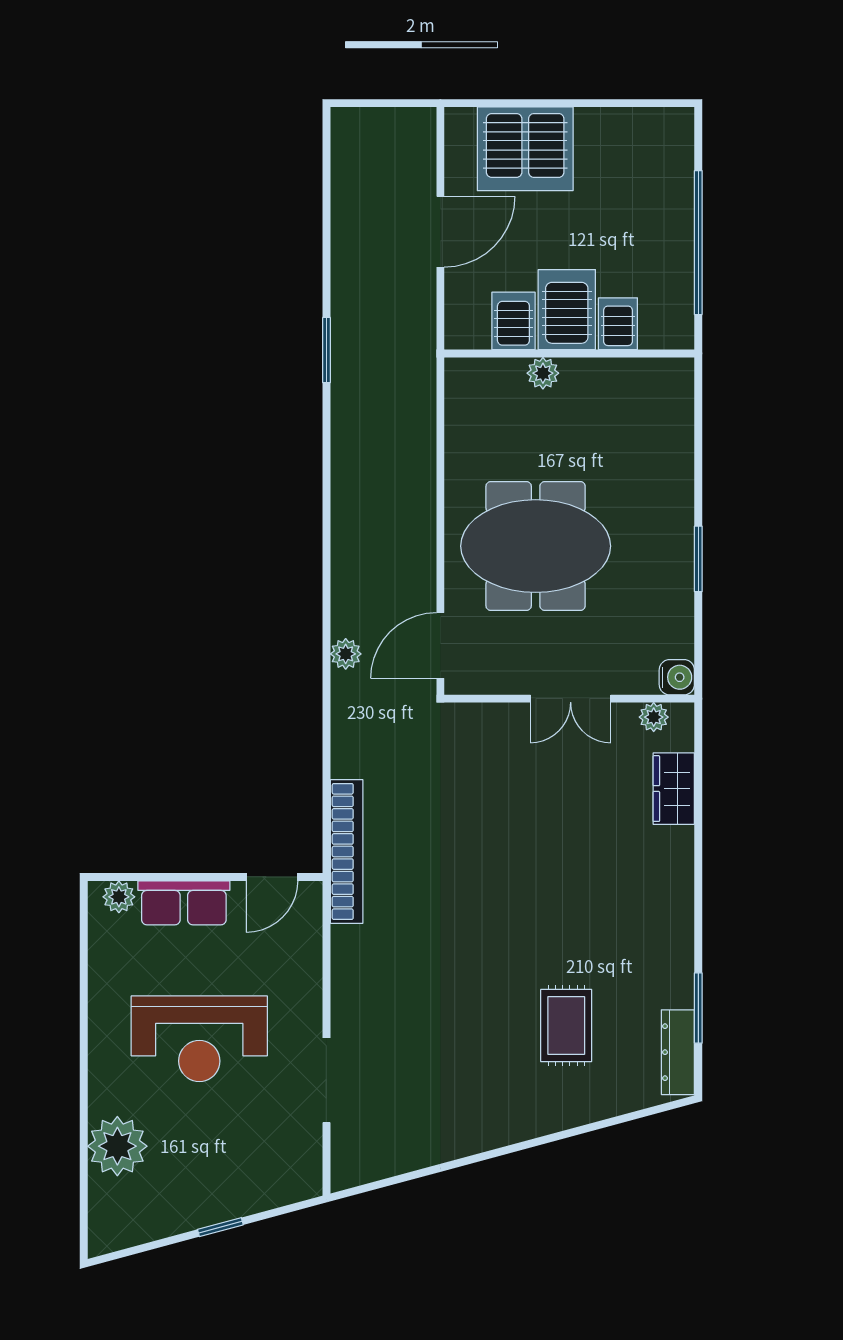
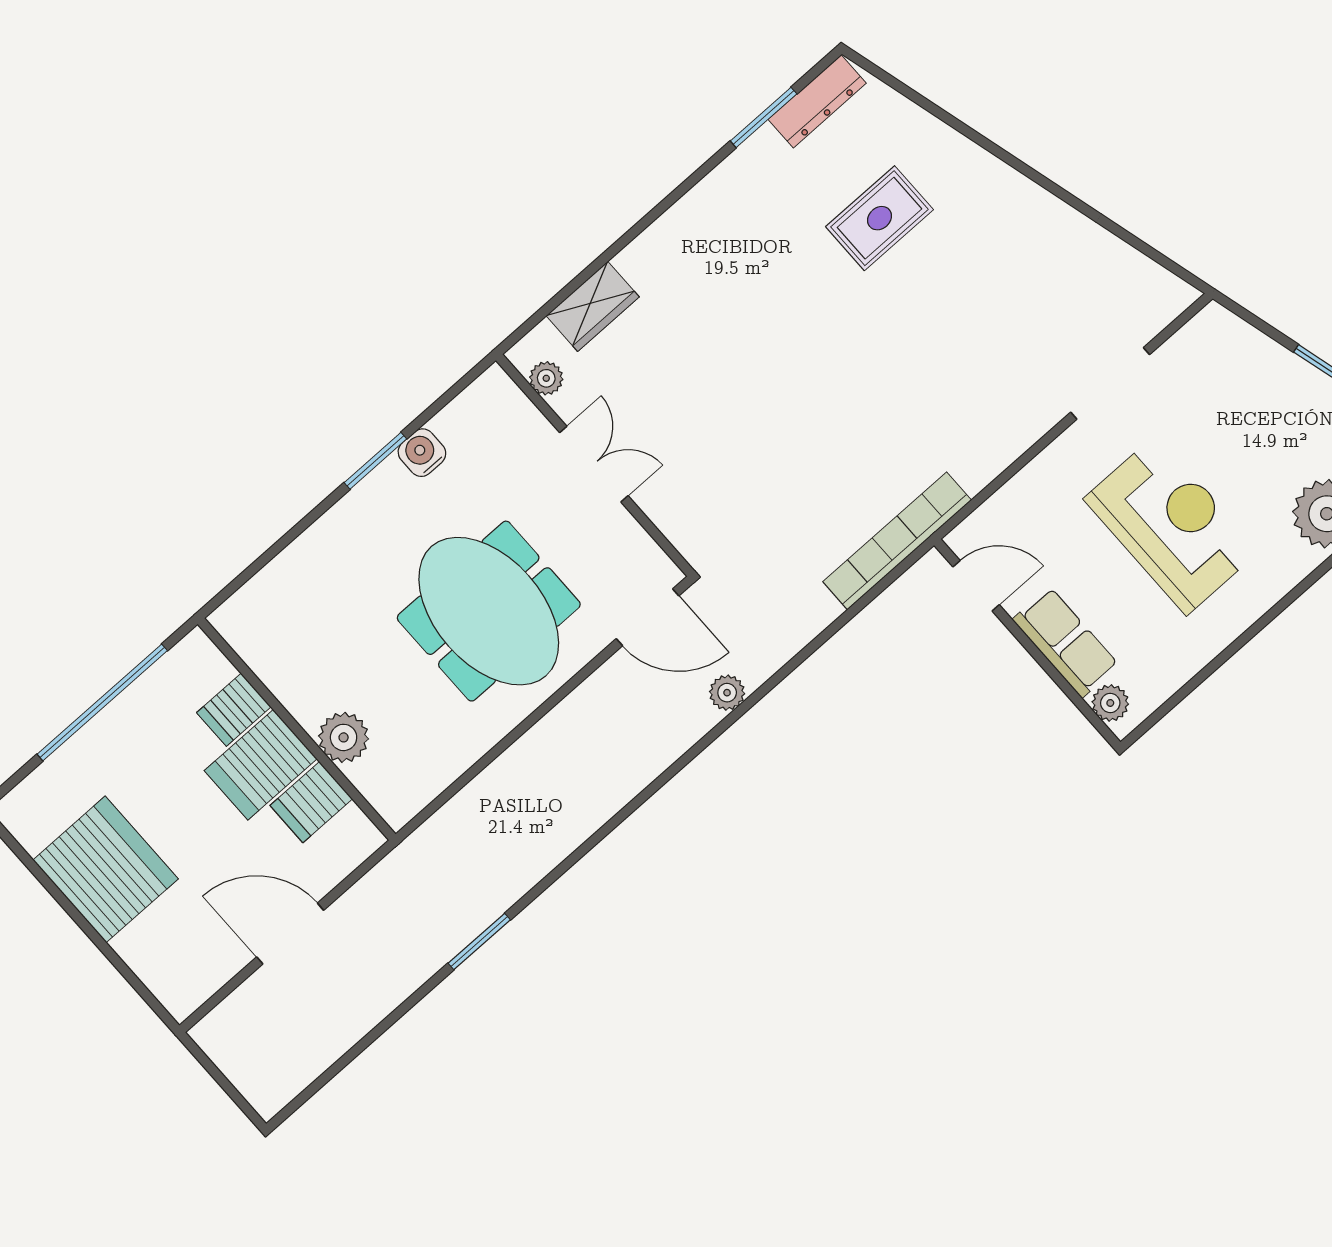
server rack: (525, 149) -> (106, 869), moved
plant: (543, 373) -> (344, 737), width x1.38, depth x1.38
water cooler: (677, 677) -> (422, 453), moved

